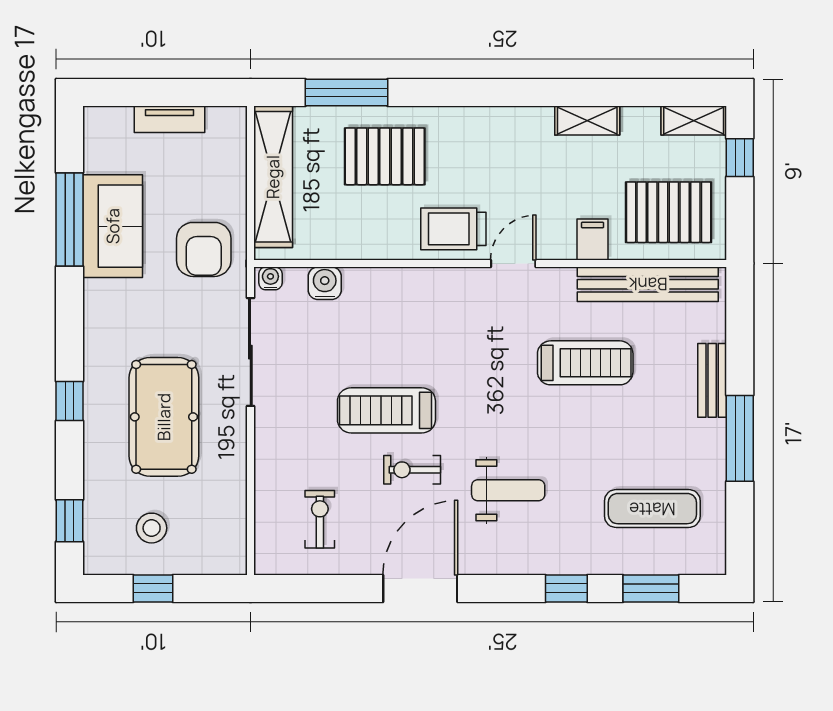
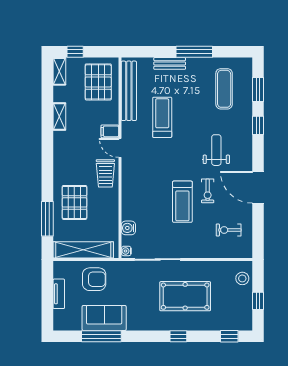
filing cabinet: (593, 239) -> (110, 131), moved
armchair: (204, 249) -> (94, 279), moved
stool: (152, 528) -> (242, 278), moved

